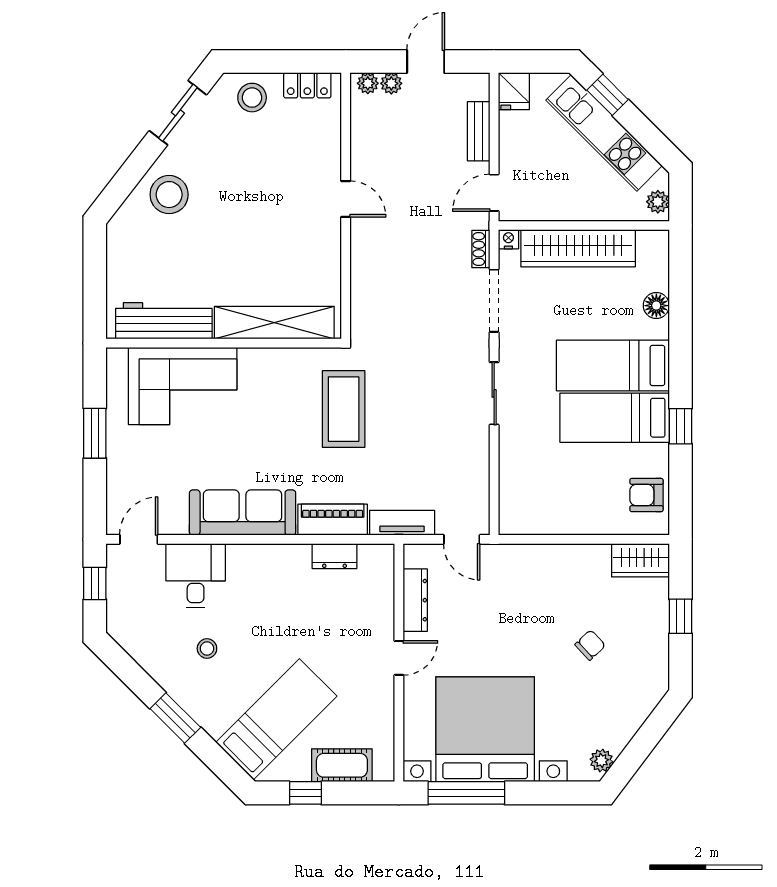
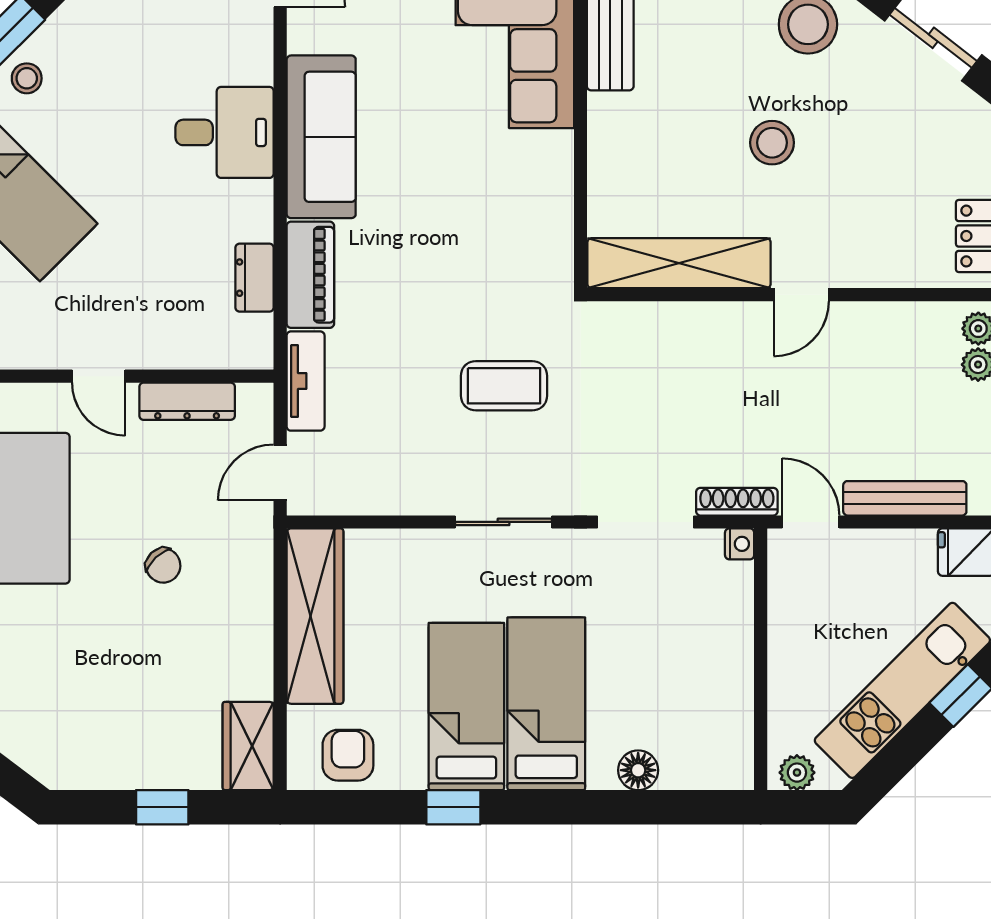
stool: (252, 98) -> (772, 143), moved
bench: (479, 131) -> (905, 498), width x1.36
wardrobe: (578, 248) -> (315, 616), moved, turned 180
shoe rack: (481, 249) -> (737, 502), width x1.43
shelving: (274, 323) -> (679, 263), moved, turned 90
coffee table: (344, 409) -> (504, 386), moved, width x0.73, depth x0.76
desk: (196, 576) -> (225, 132), moved
chair: (590, 645) -> (163, 565), moved
stool: (207, 649) -> (27, 78), moved

